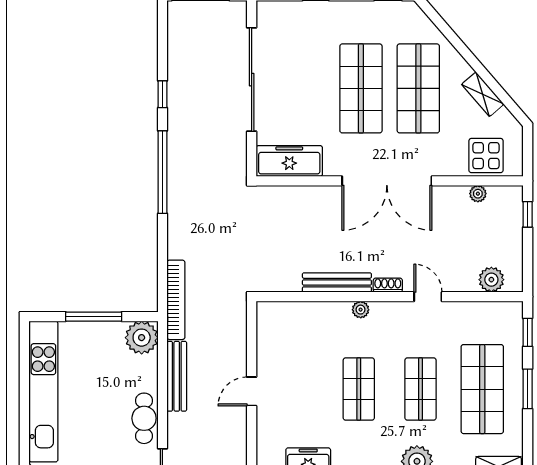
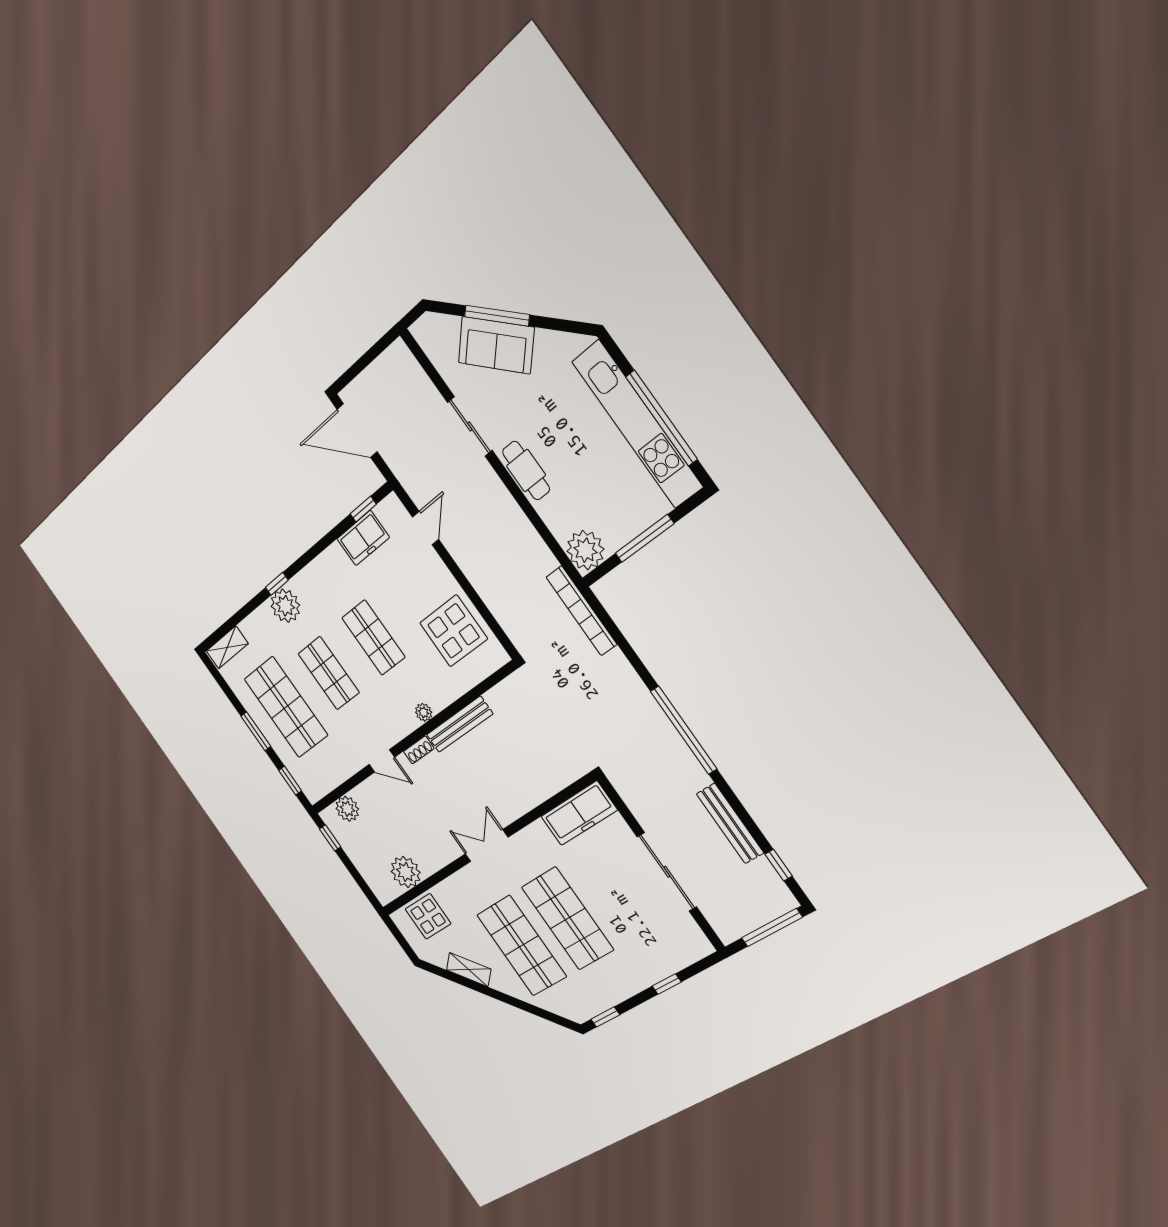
sliding door: (252, 80) -> (667, 872), width x0.73
window: (162, 94) -> (779, 865), moved
double door: (387, 181) -> (487, 846), width x0.54
plant: (478, 194) -> (406, 872), width x1.88, depth x1.88
window: (528, 214) -> (330, 838), moved
display table: (287, 351) -> (453, 631), added
bench: (177, 376) -> (730, 823), moved
window: (24, 383) -> (662, 418), added
door: (252, 391) -> (426, 528), moved

